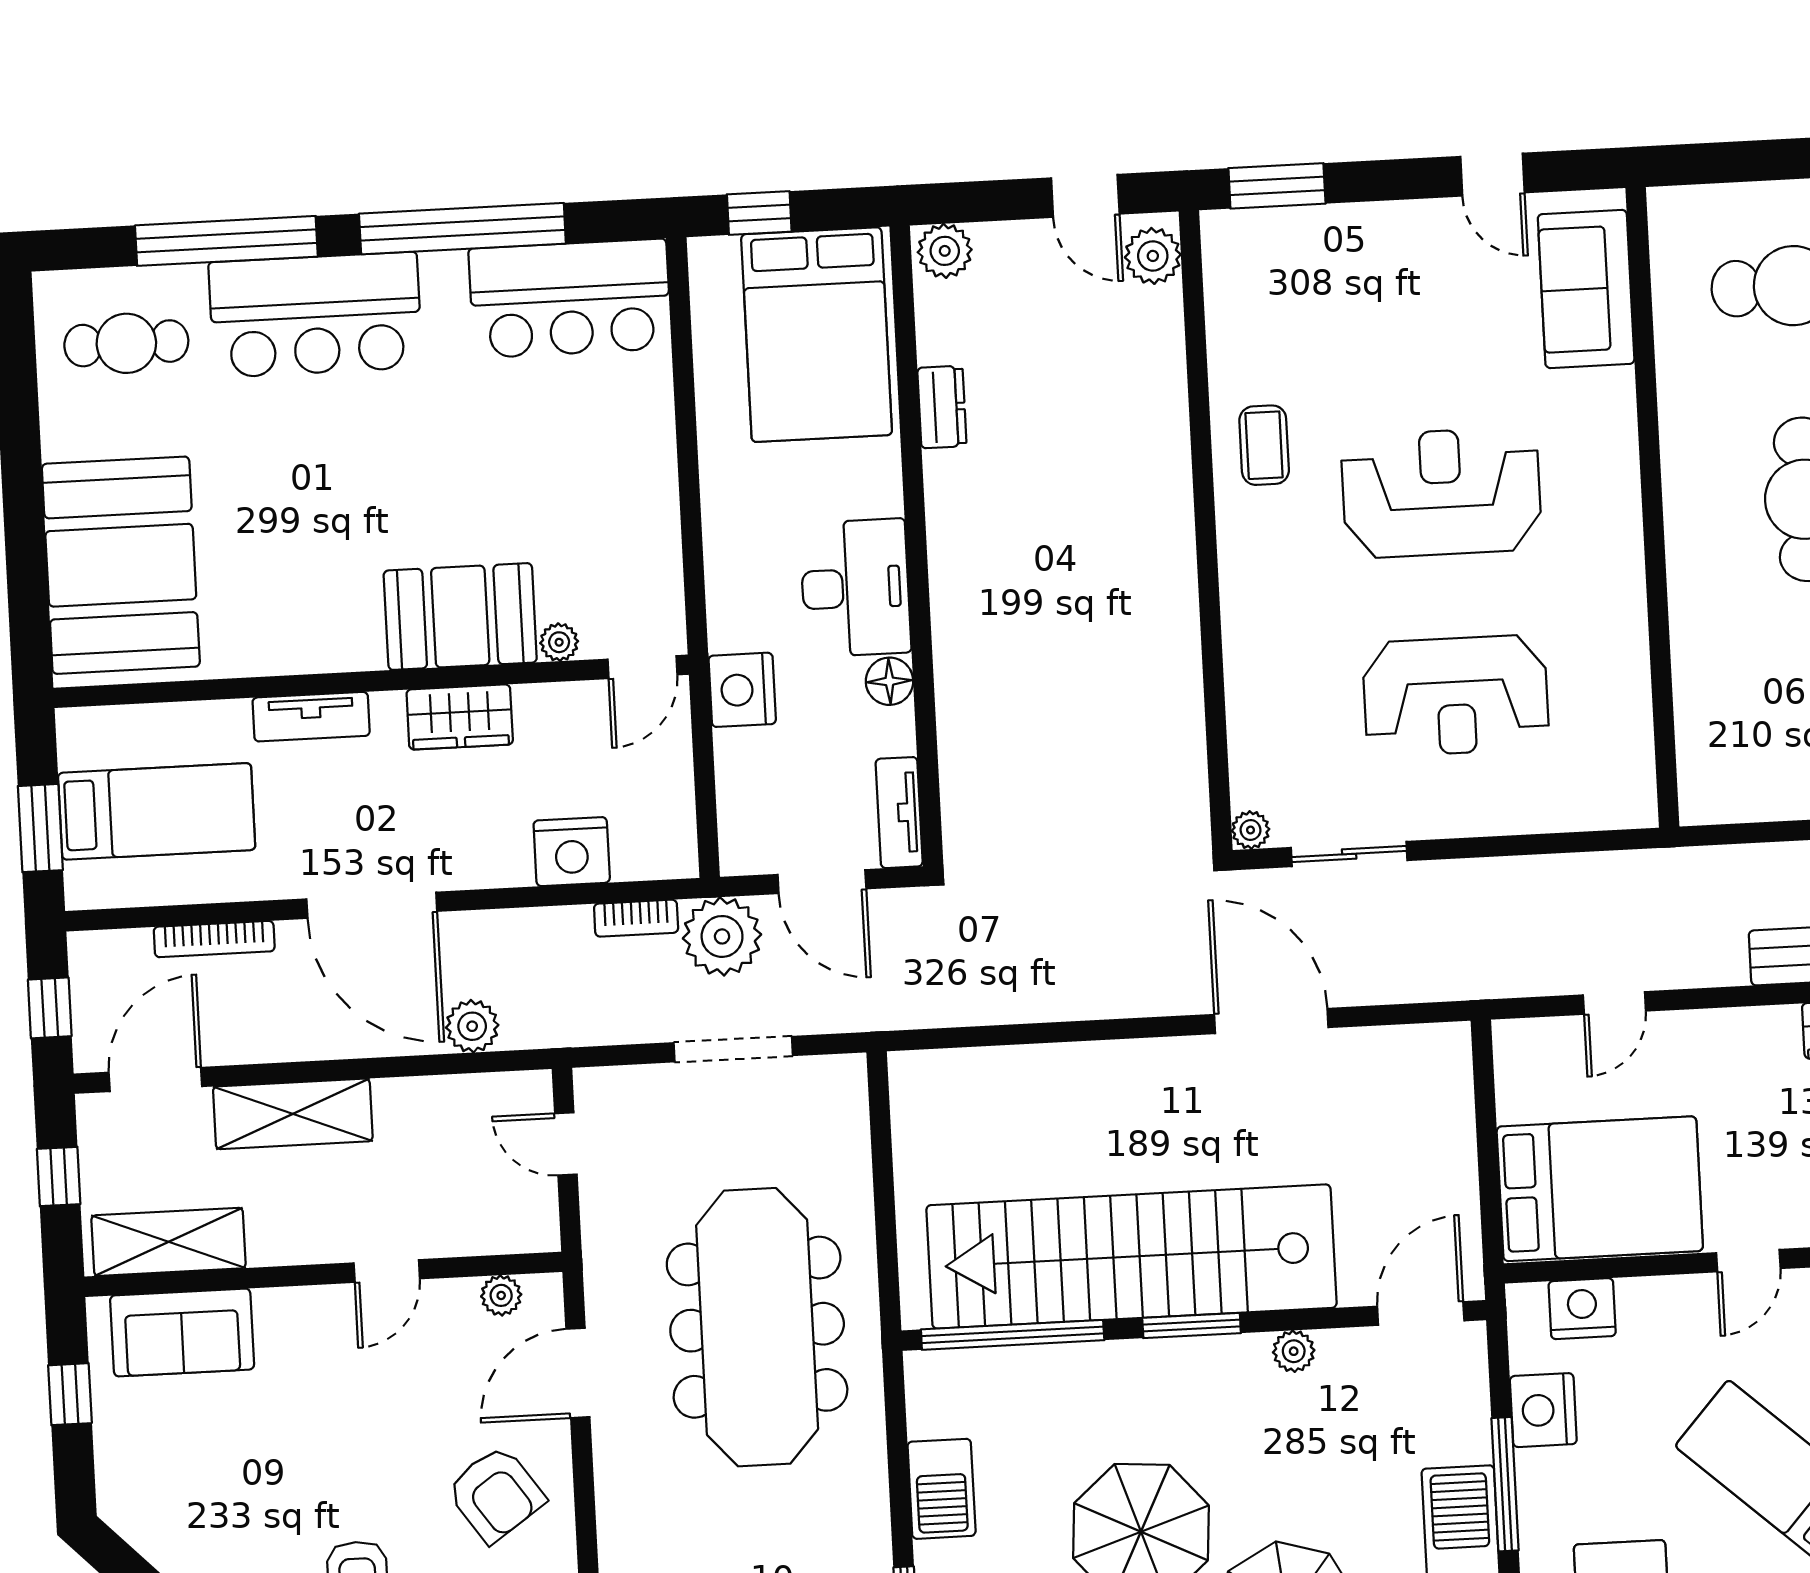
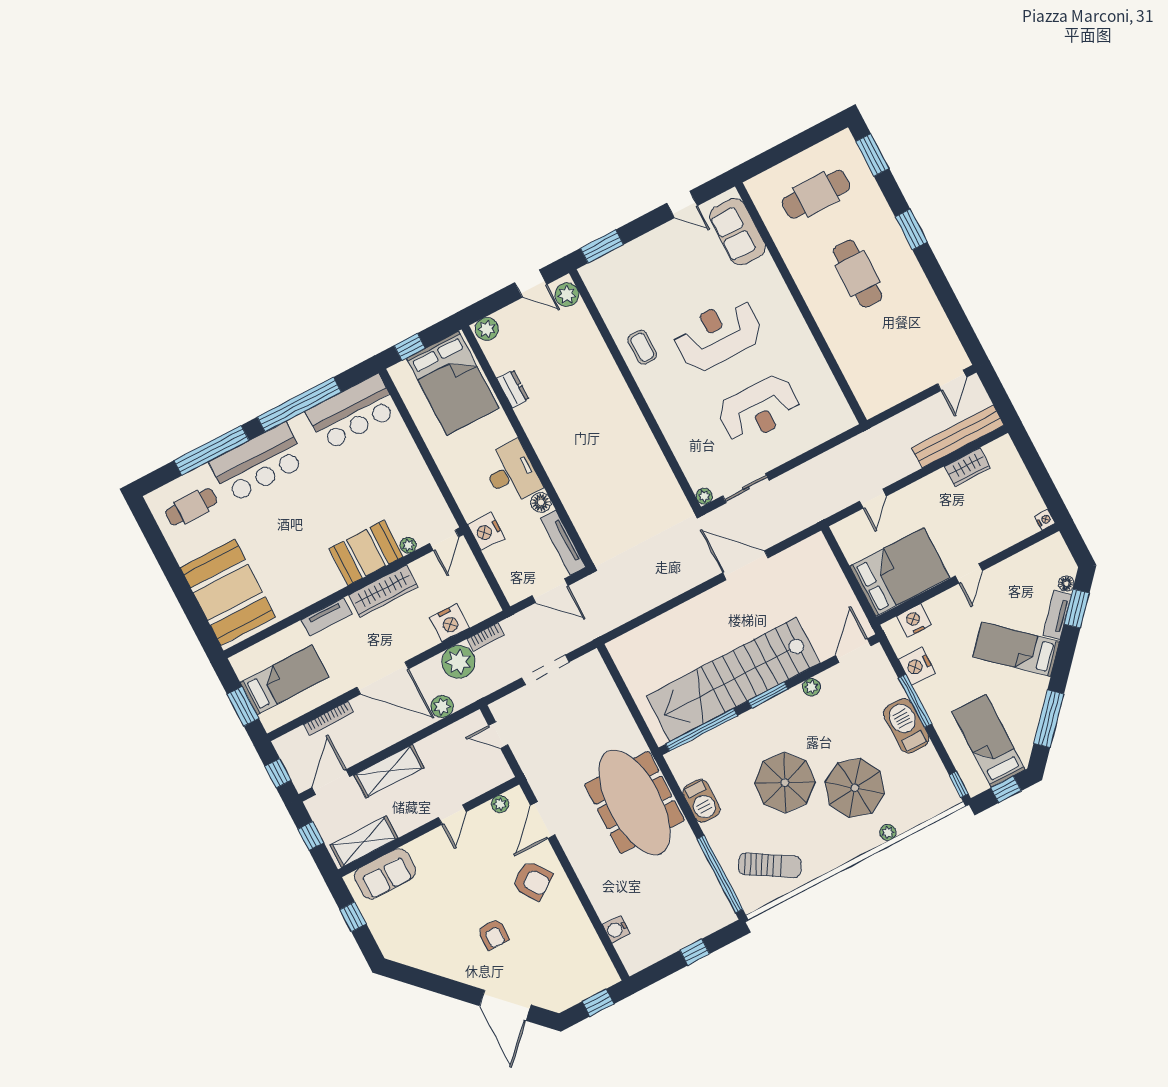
wardrobe: (460, 717) -> (383, 591), width x1.50
tv unit: (899, 813) -> (563, 542), width x1.41
plant: (722, 936) -> (459, 662), moved
meeting table: (757, 1327) -> (634, 802), moved

